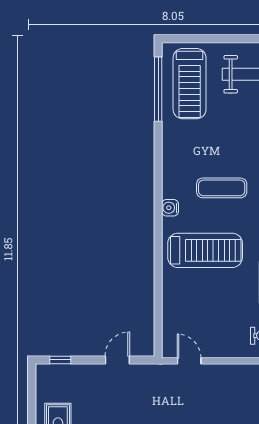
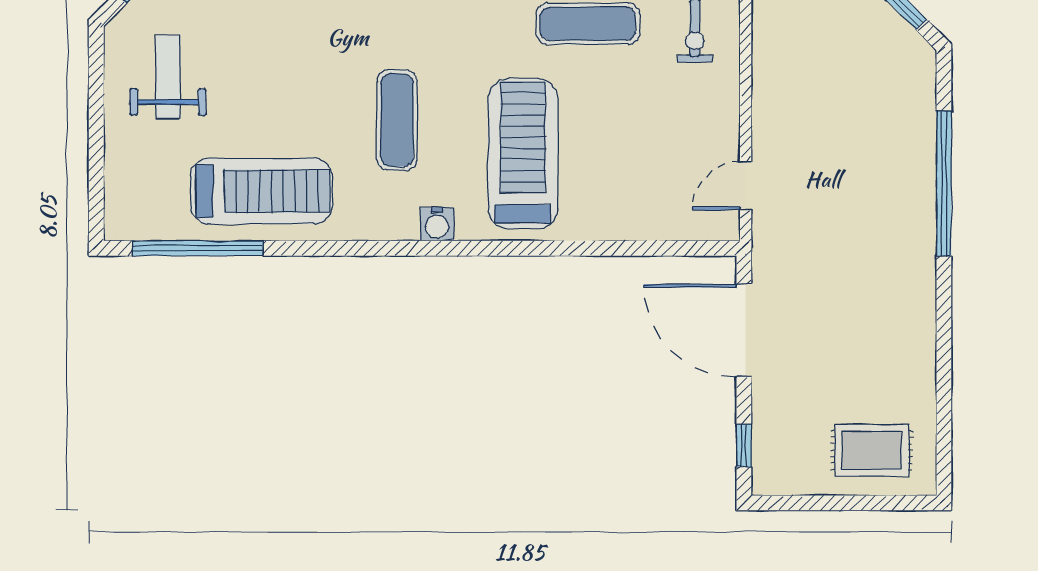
treadmill: (190, 84) -> (261, 191), moved
door: (117, 360) -> (744, 331), width x1.88

